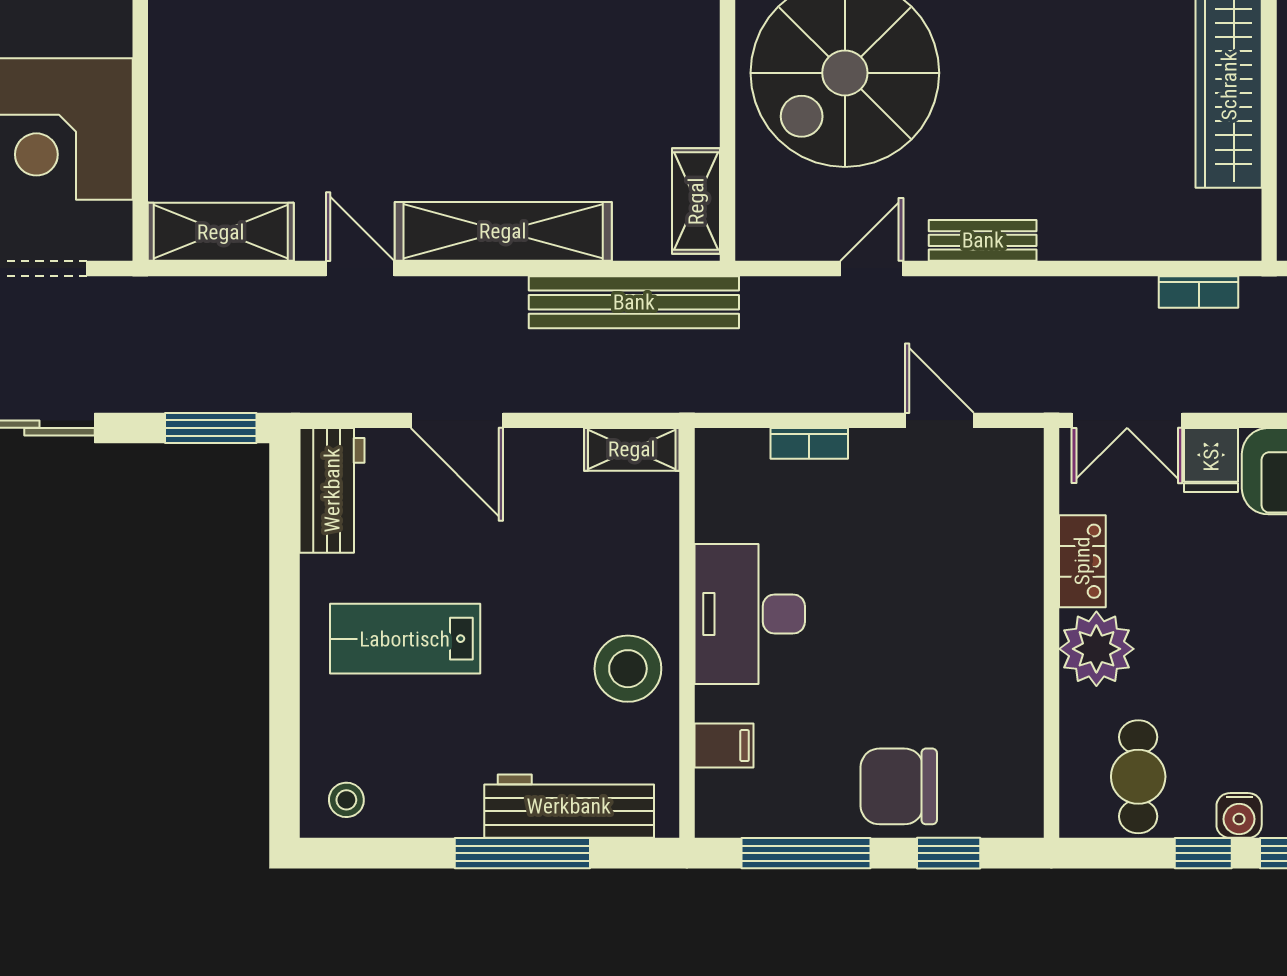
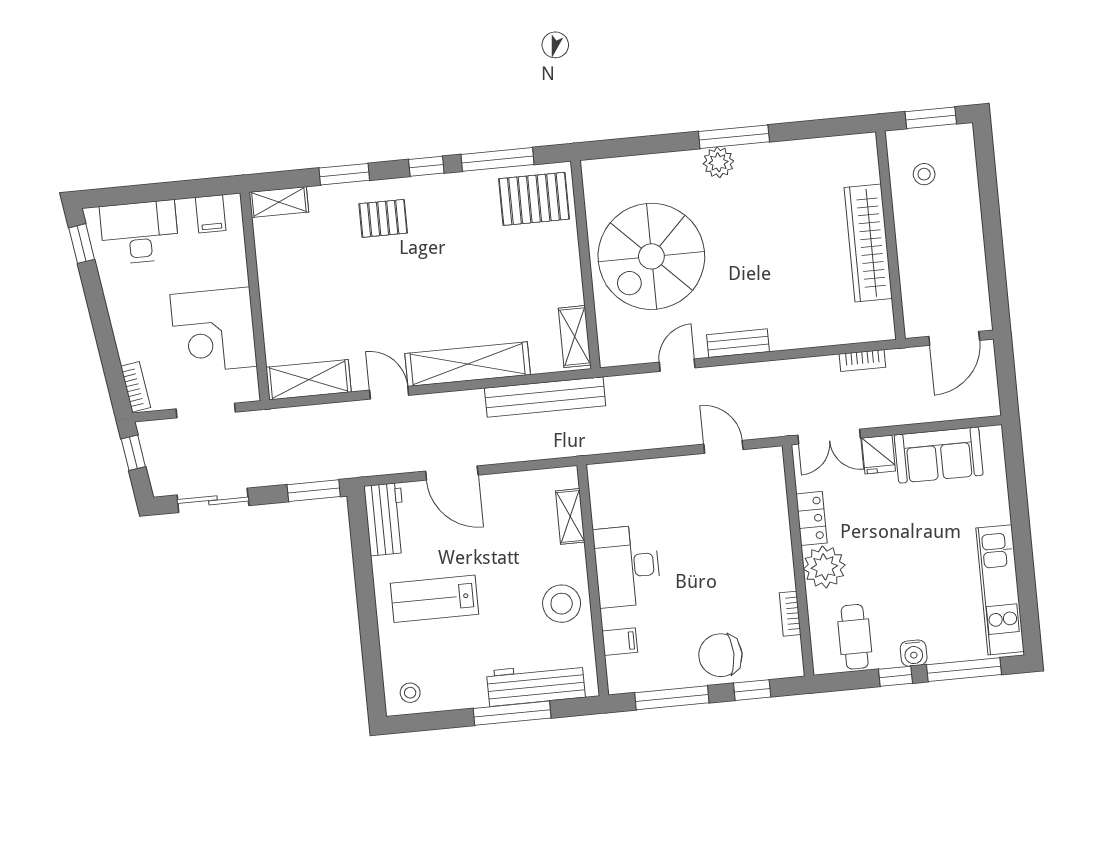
bookcase: (809, 443) -> (790, 614), moved, turned 90
shelving: (632, 449) -> (570, 516), moved, turned 90

